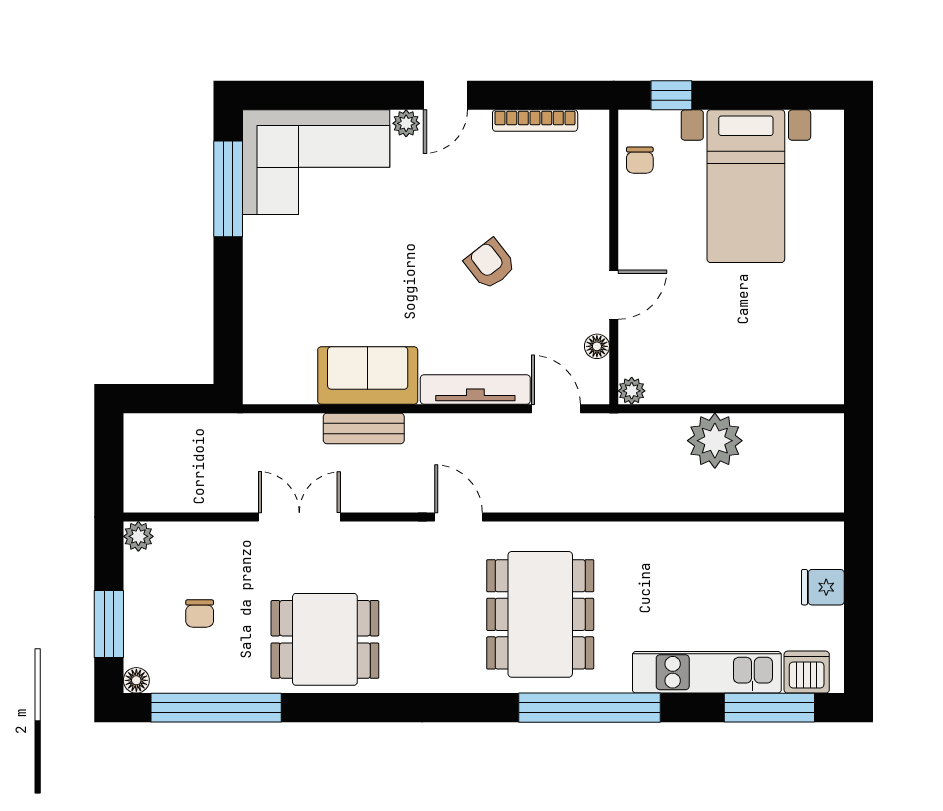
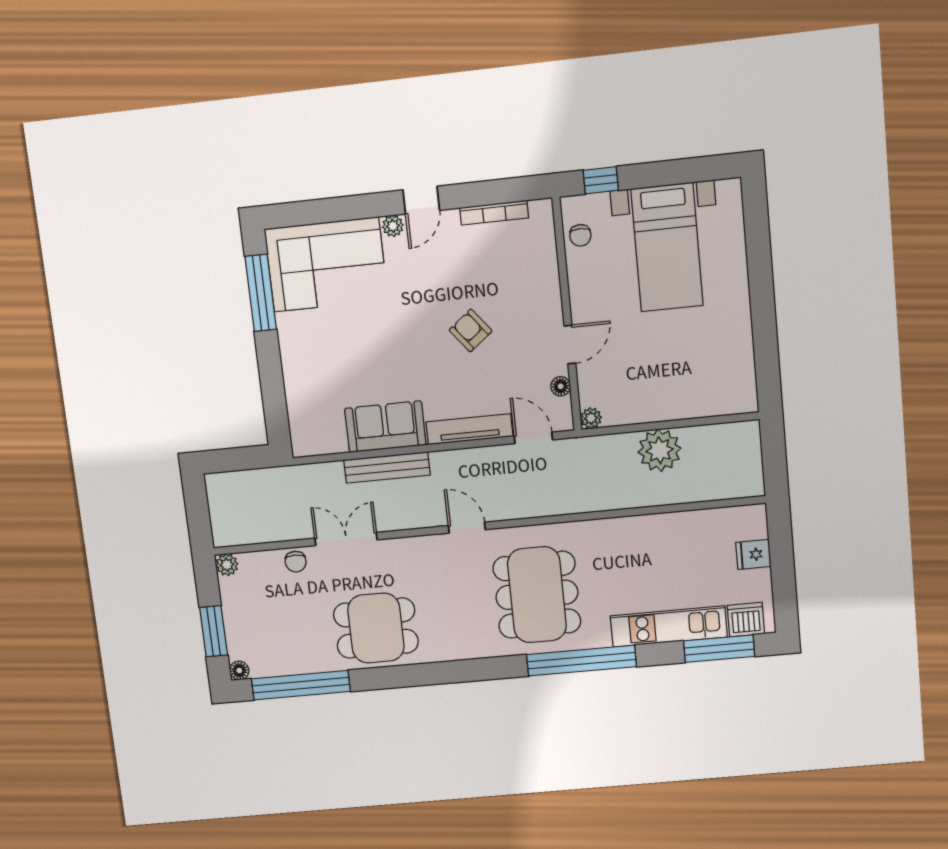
bench: (364, 428) -> (387, 467), width x1.36
chair: (200, 613) -> (296, 562), moved

